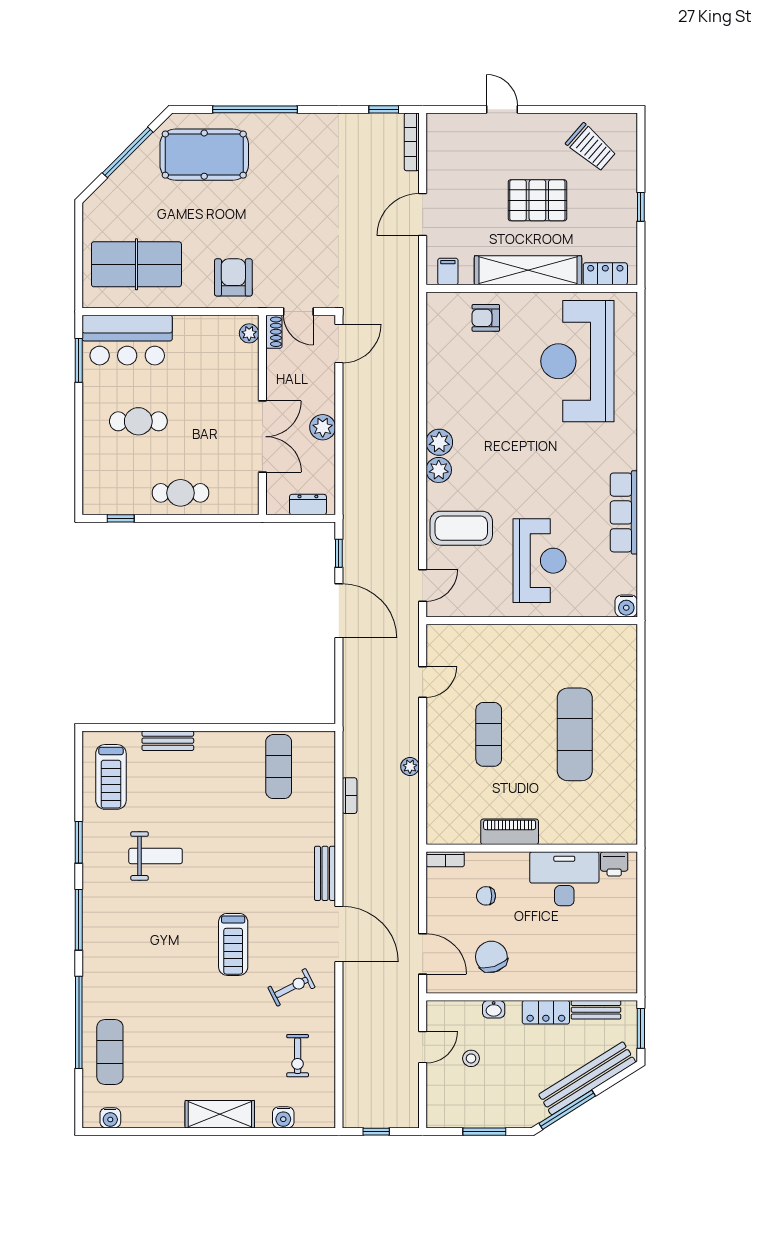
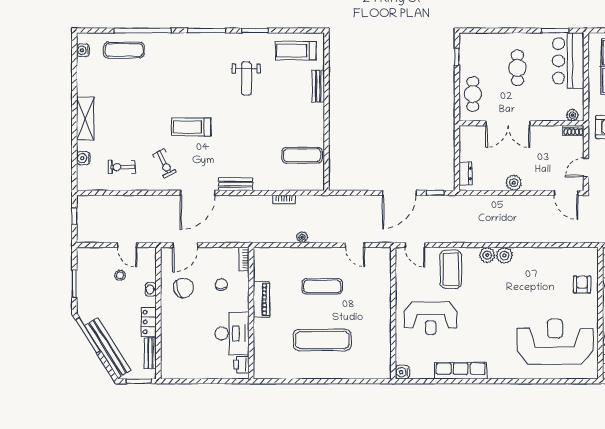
shoe rack: (274, 332) -> (573, 131), moved
plant: (249, 333) -> (572, 115), moved
wall: (262, 415) -> (521, 123), moved
double door: (262, 437) -> (508, 123), moved

